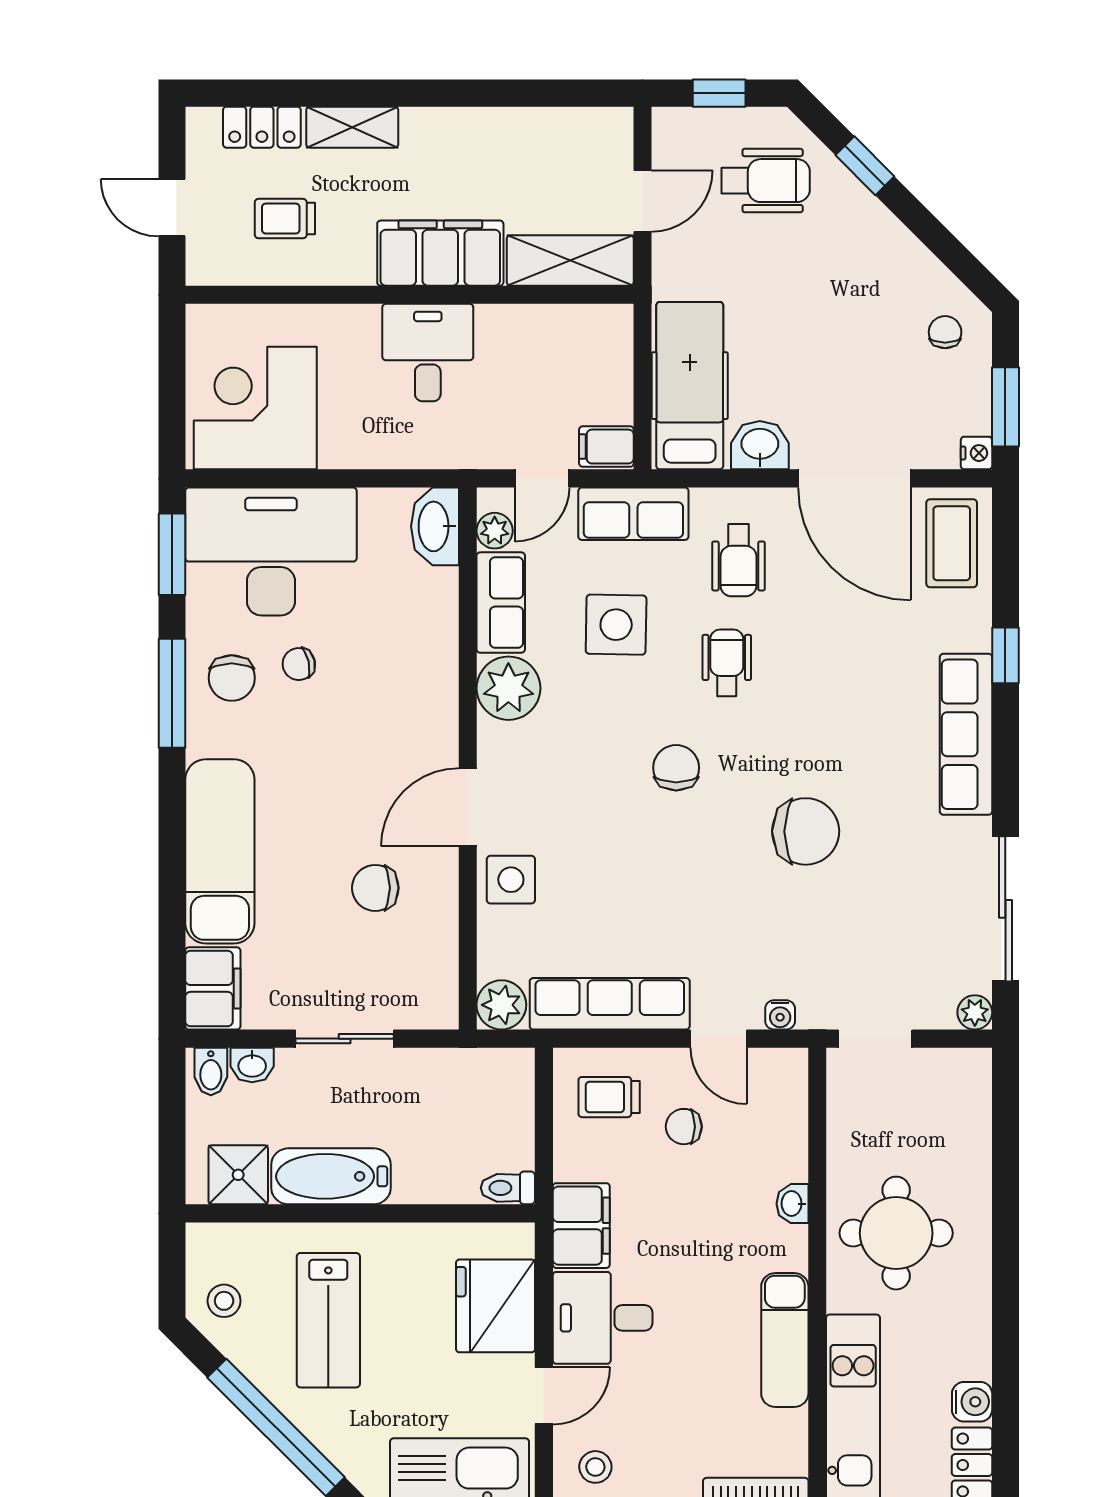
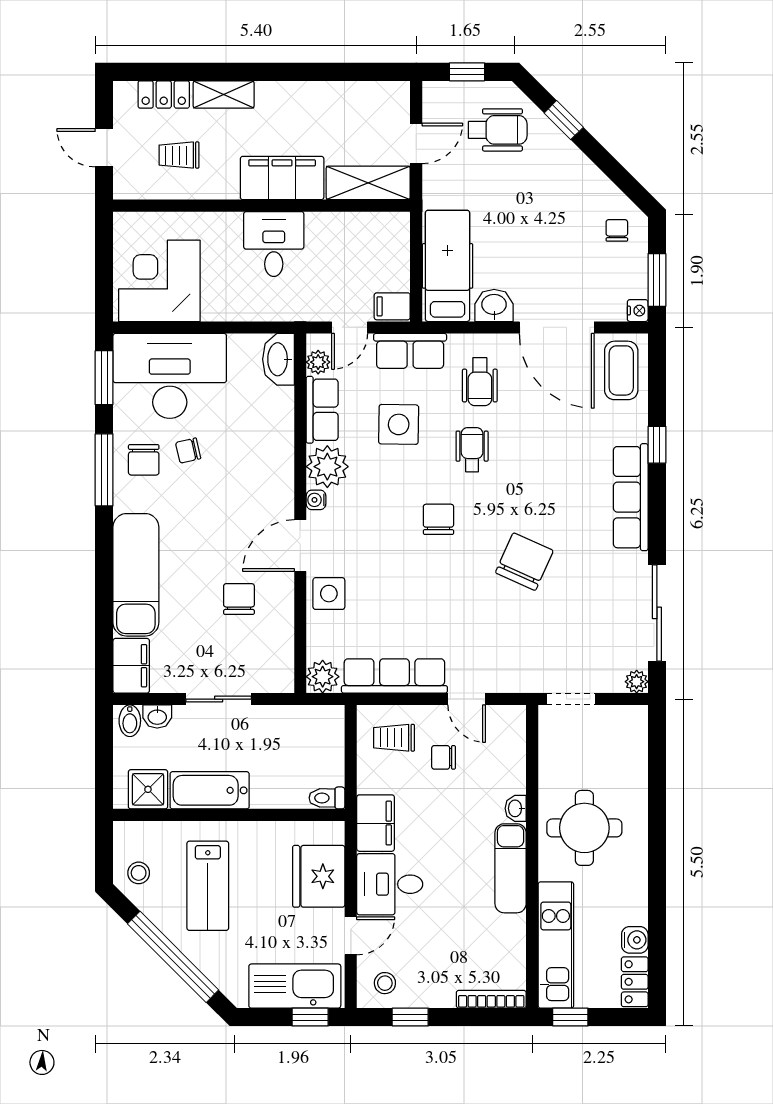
chair: (806, 831) -> (524, 562), turned -66
chair: (375, 888) -> (239, 599), turned 90
water cooler: (780, 1015) -> (316, 500), moved, turned 90
exam couch: (785, 1340) -> (511, 868), moved

